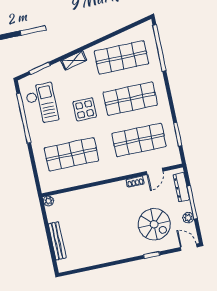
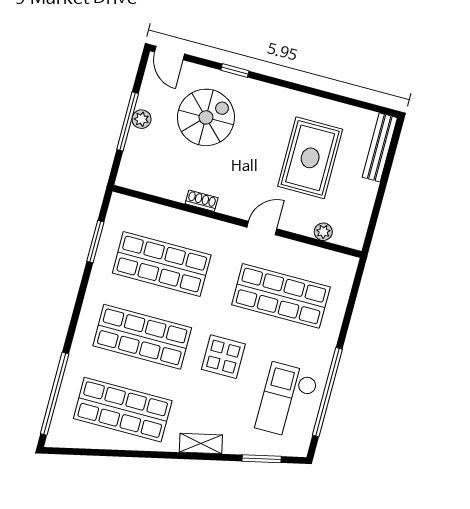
door: (155, 171) -> (262, 228), moved
dresser: (181, 187) -> (132, 154), removed
plant: (48, 201) -> (323, 232), moved
plant: (188, 218) -> (141, 119), moved
spiral stairs: (154, 224) -> (206, 117), turned 90
rug: (92, 231) -> (310, 158), added
bench: (57, 241) -> (380, 147), moved

